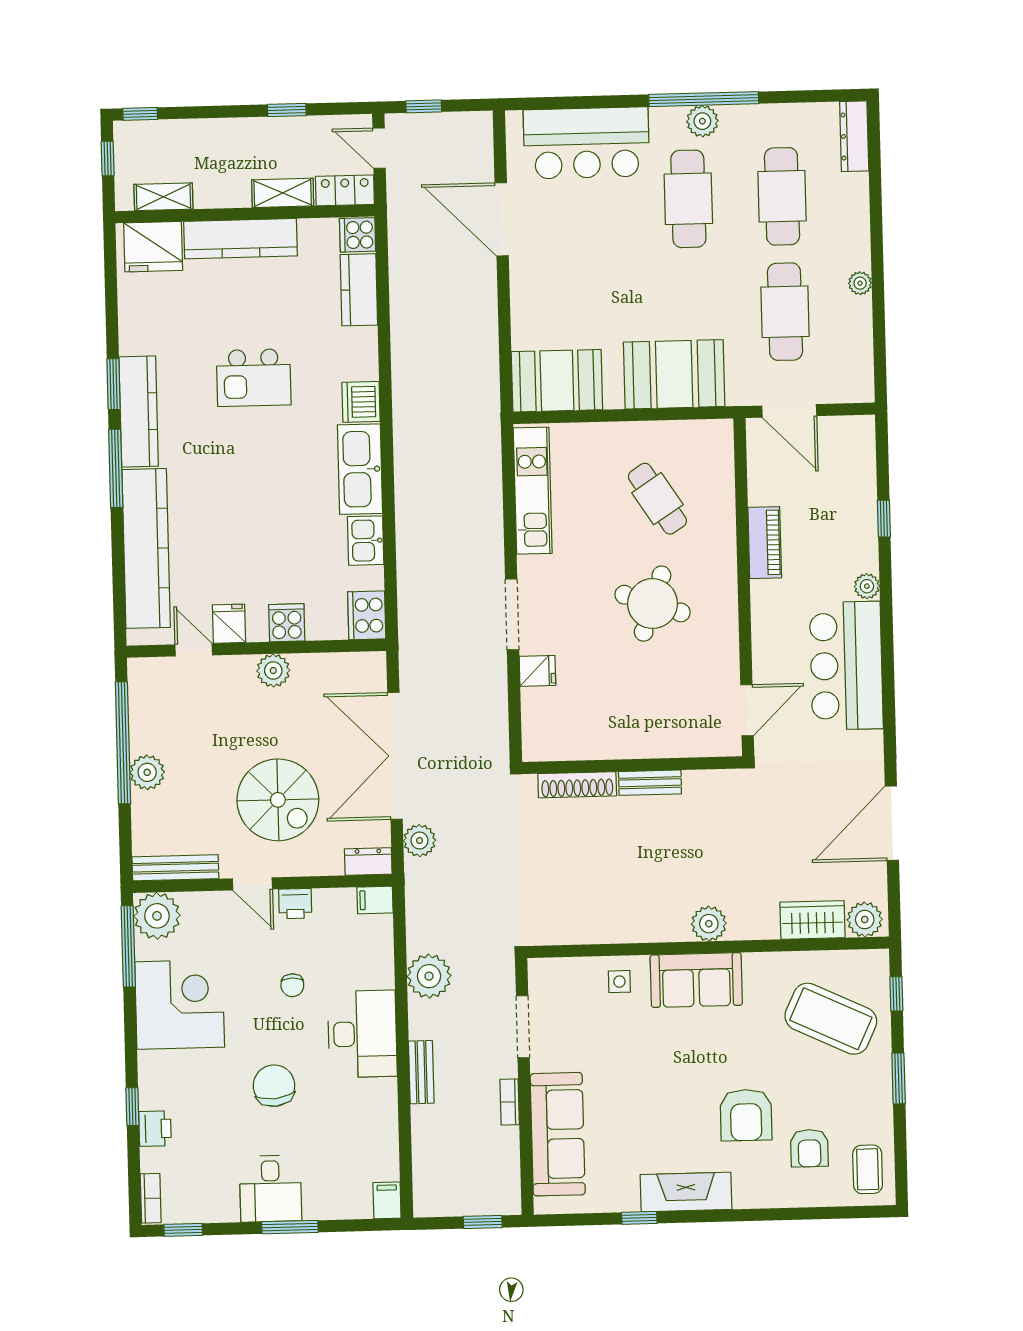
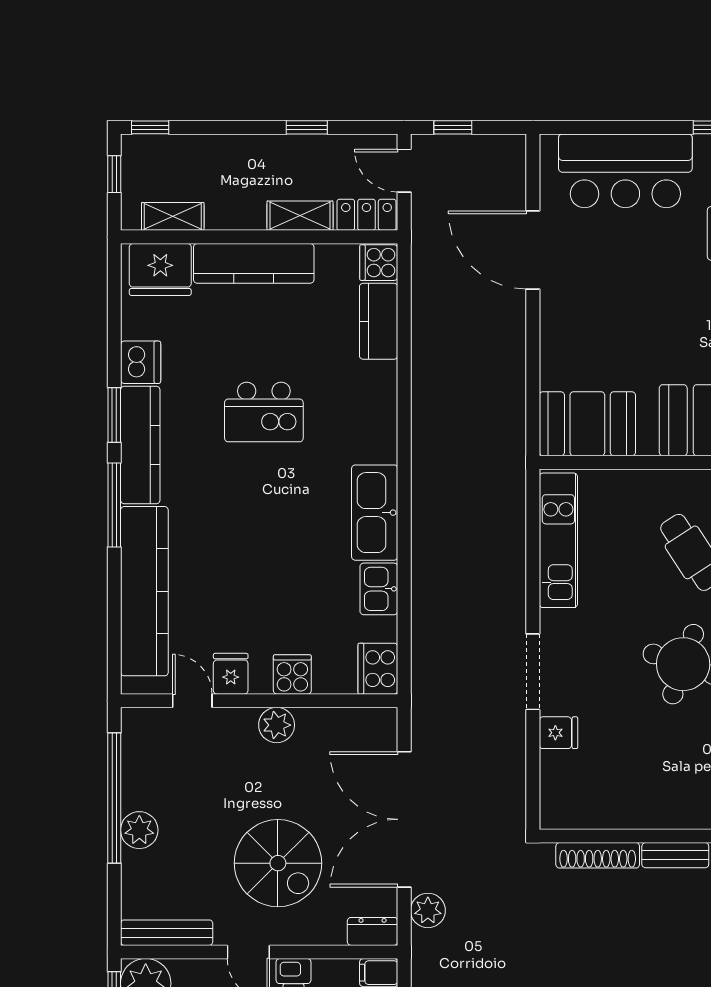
dishwasher: (361, 402) -> (141, 362), moved, turned 180

